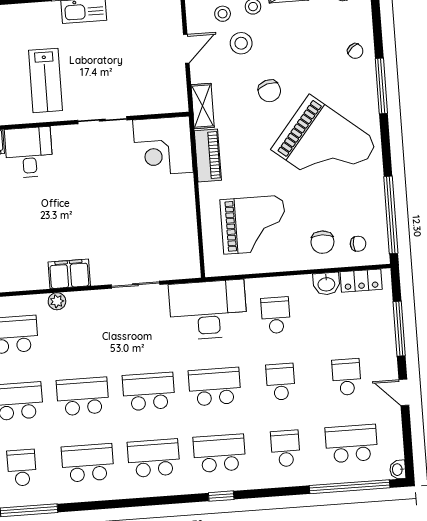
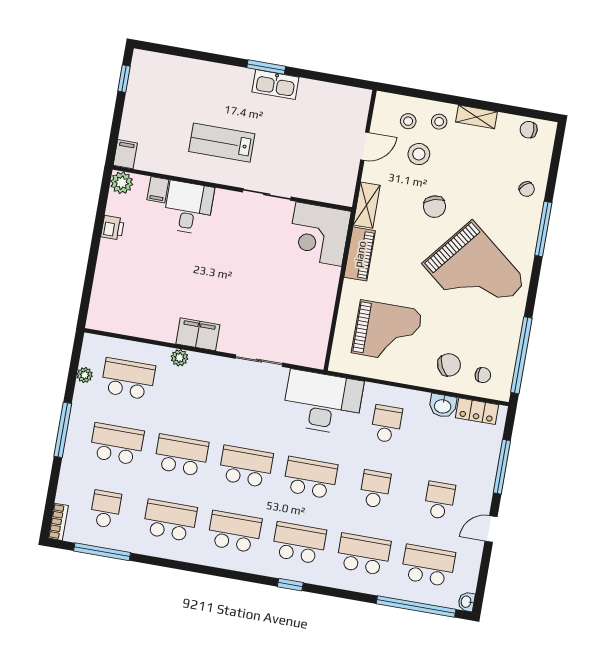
lab bench: (45, 80) -> (222, 143), turned 90
chair: (322, 242) -> (449, 365), turned -118
door: (404, 392) -> (491, 529), hinge flipped
school desk: (285, 448) -> (364, 554), width x1.85

